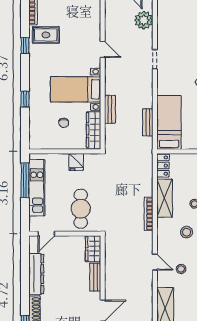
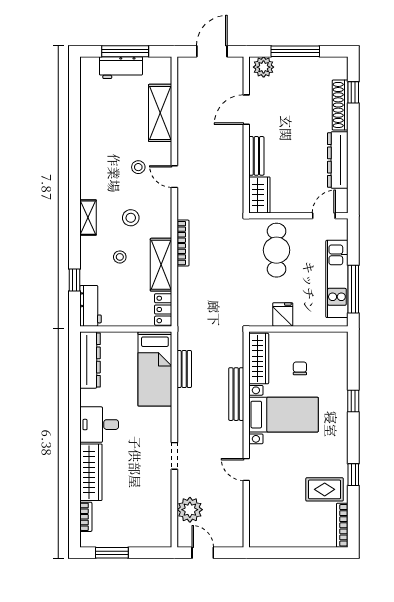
bench: (110, 109) -> (236, 394), width x1.36

